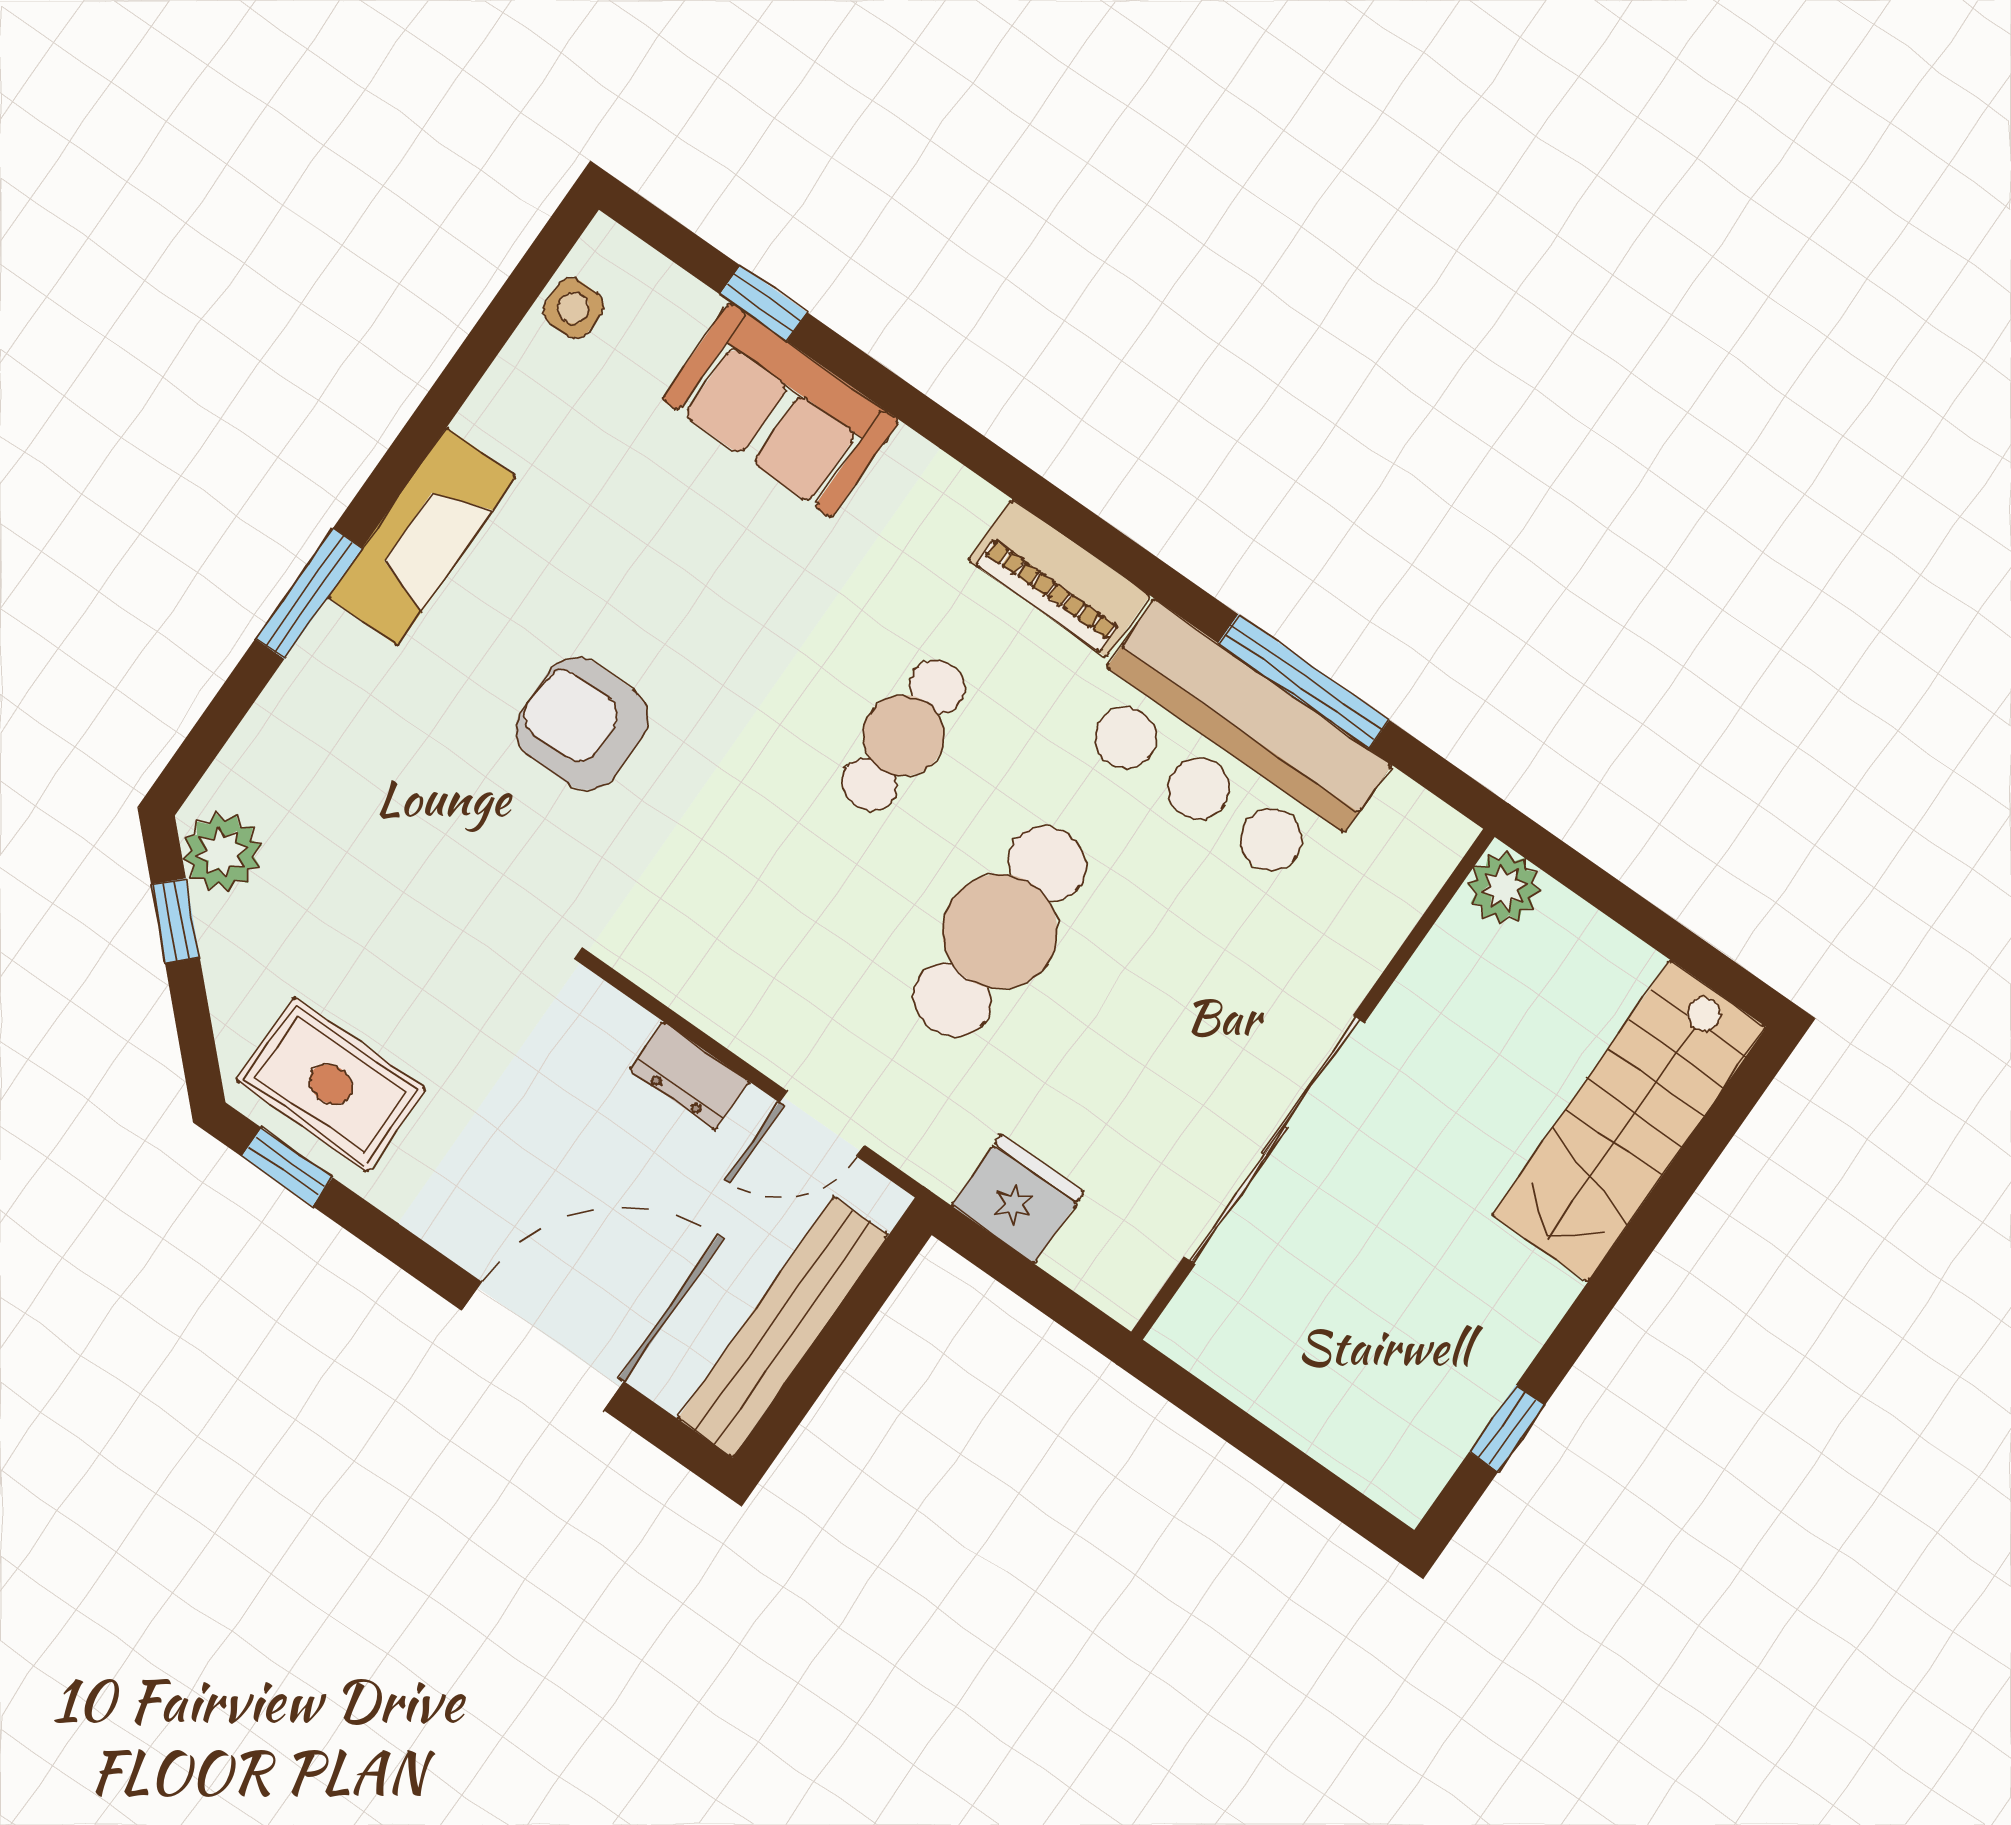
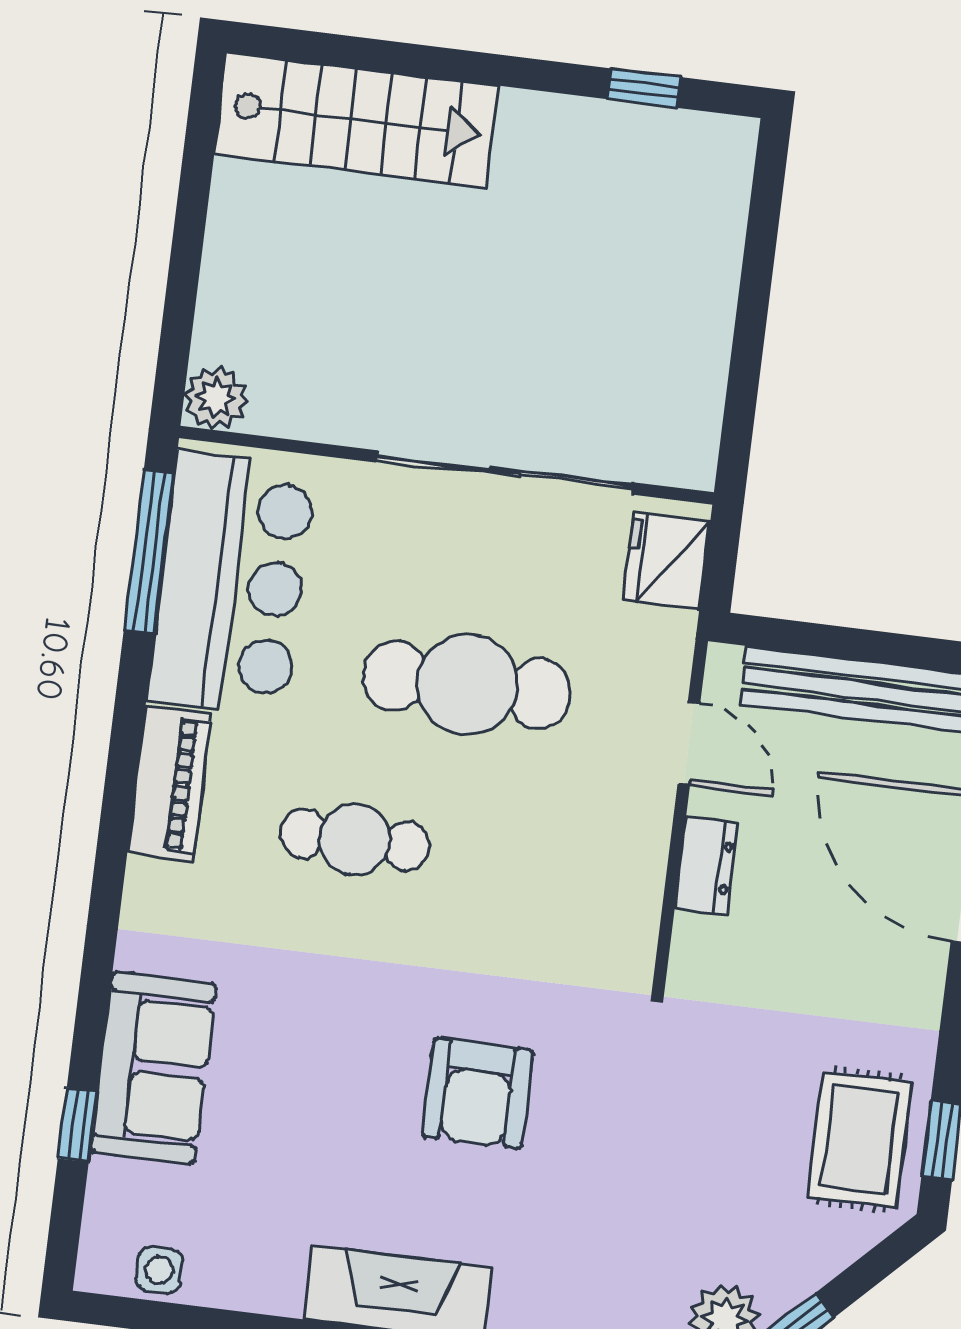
plant: (1504, 888) -> (216, 398), moved
wall: (1313, 1084) -> (446, 465), moved
sliding door: (1274, 1140) -> (505, 473), moved

